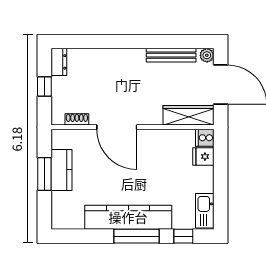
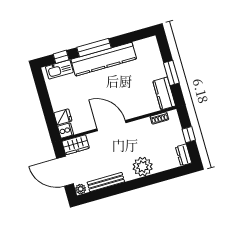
plant: (117, 62) -> (143, 167), added
wardrobe: (189, 115) -> (76, 145), width x0.67
door: (117, 127) -> (111, 126), moved
kitchen counter: (61, 170) -> (164, 93), moved
kitchen sink: (205, 211) -> (59, 69), moved, turned 90

